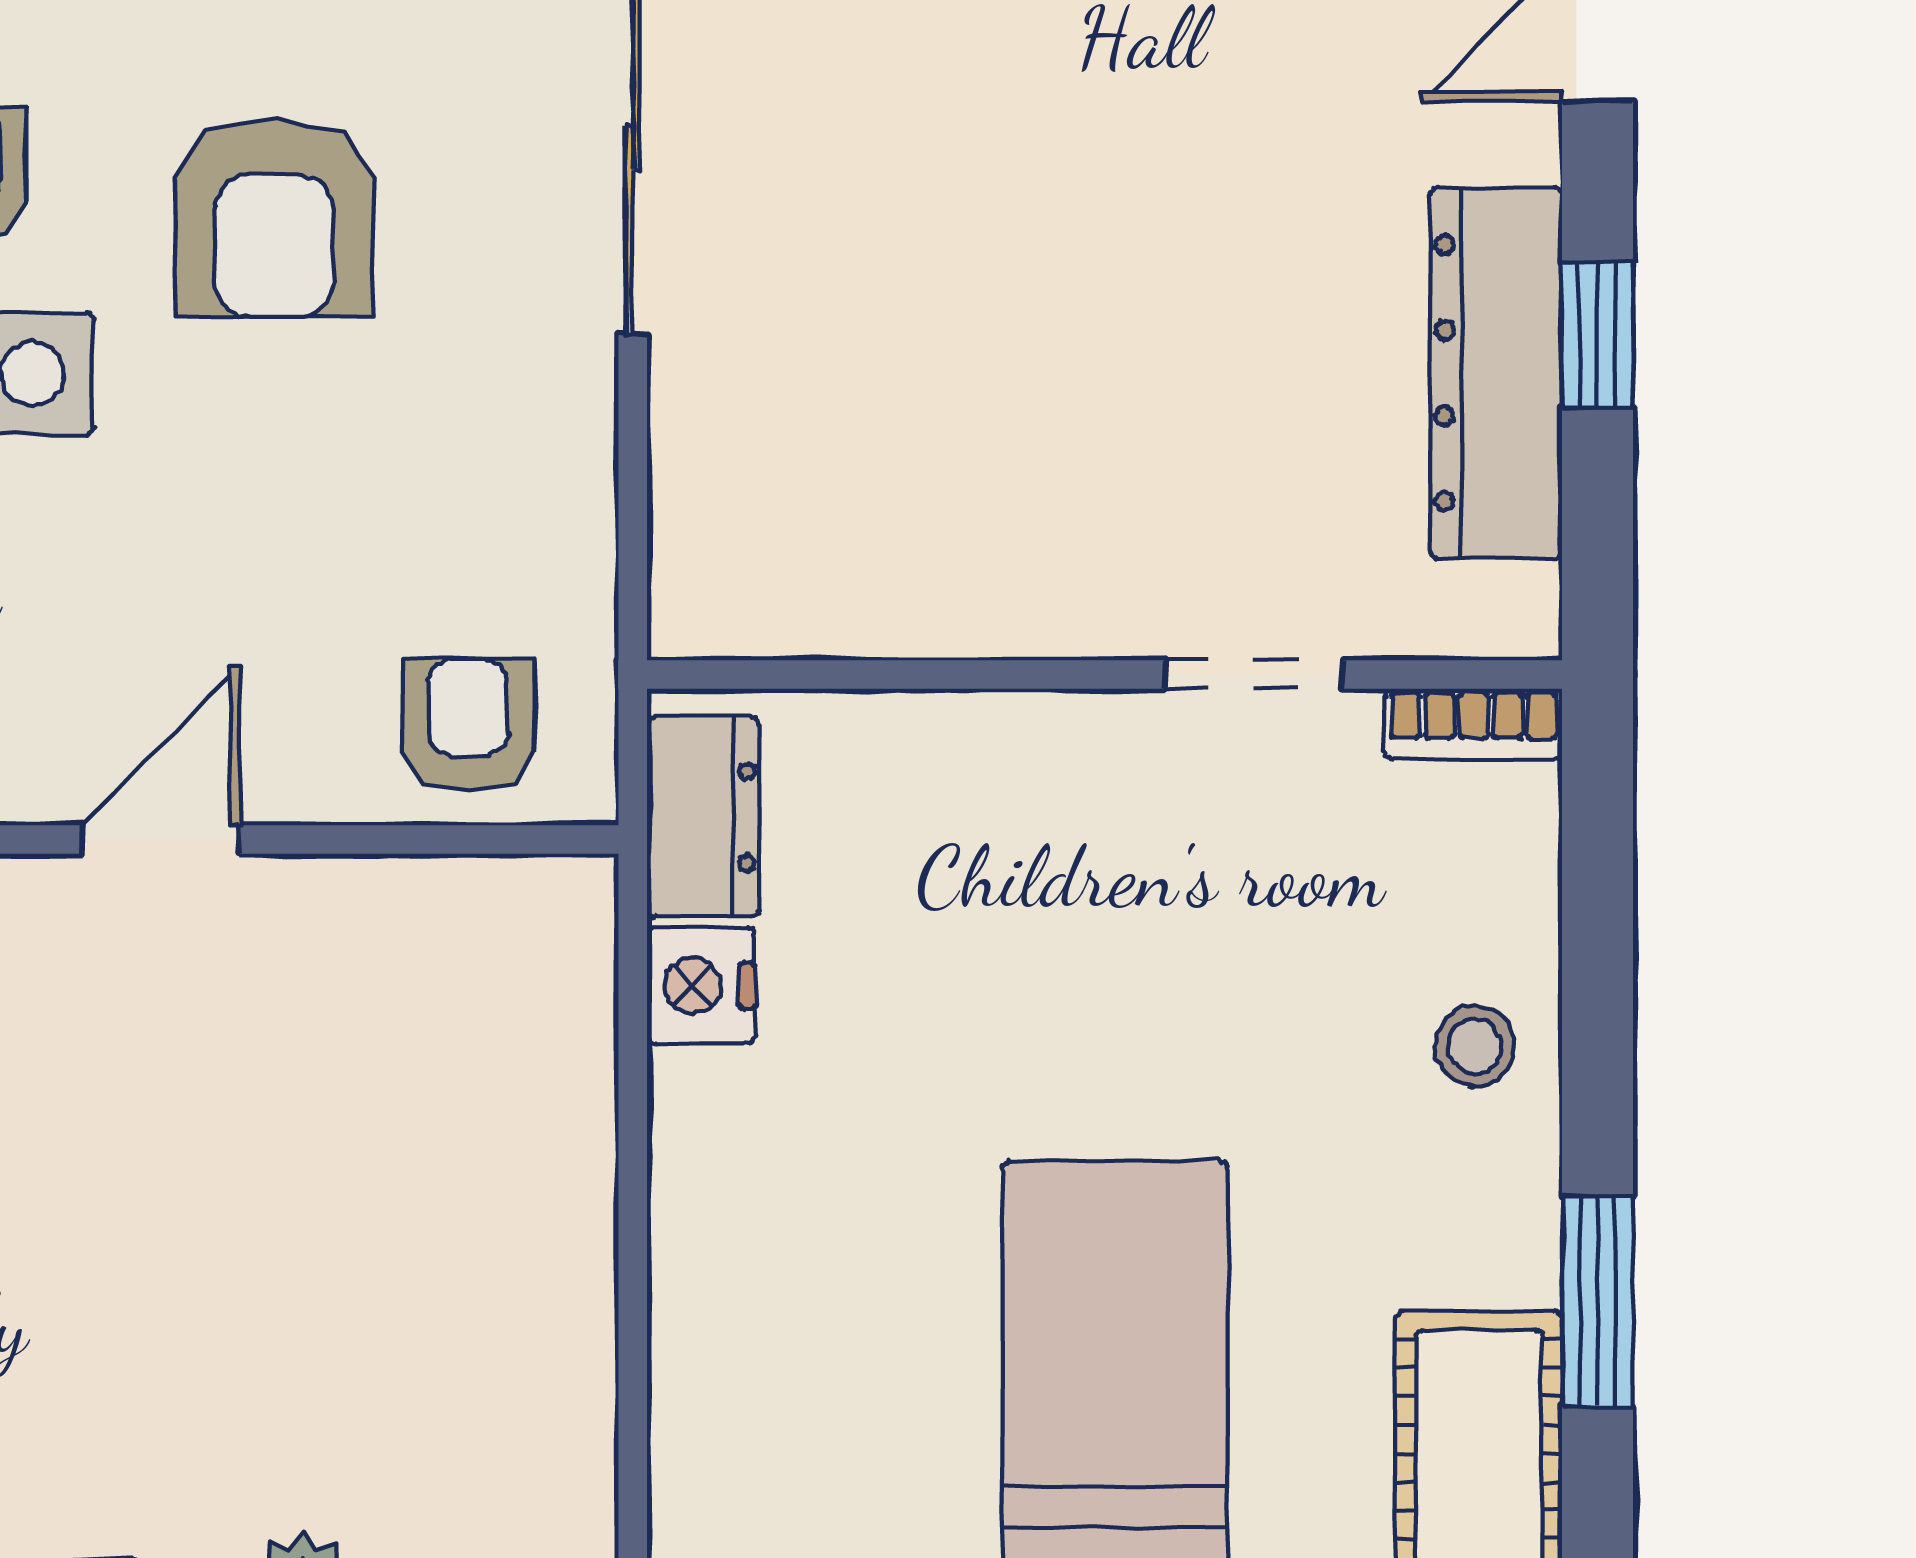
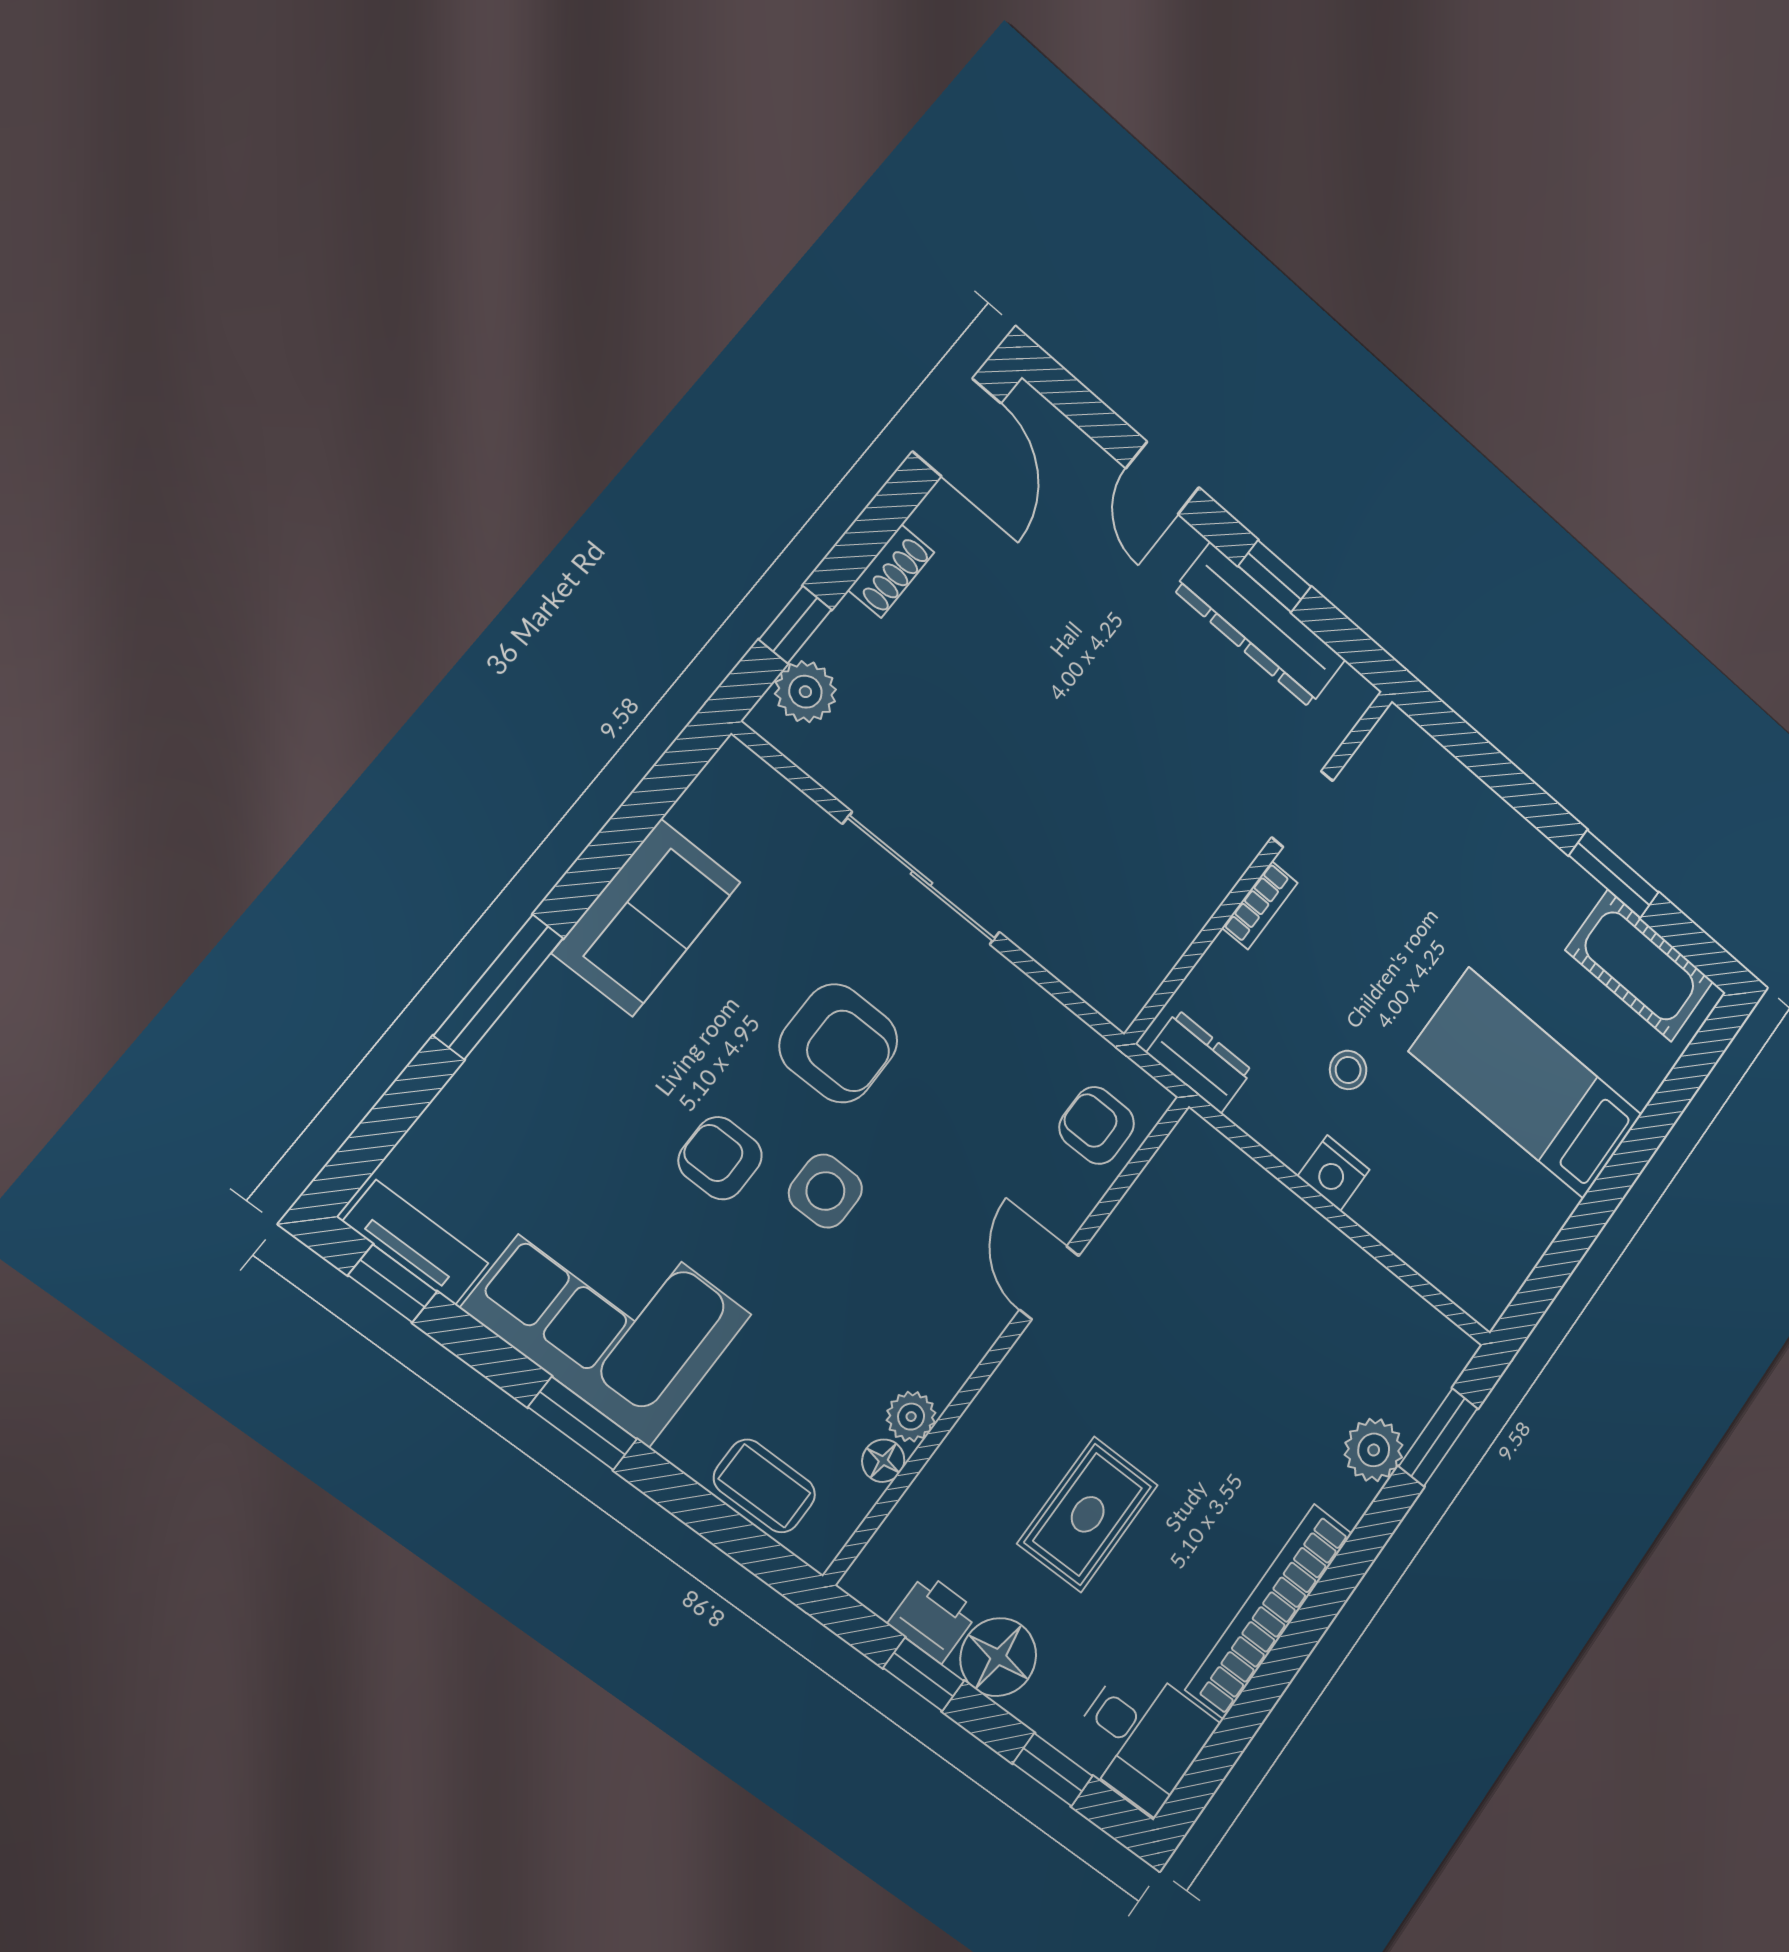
bookcase: (1474, 724) -> (1260, 905), moved
nightstand: (701, 985) -> (1334, 1173), moved
stool: (1475, 1046) -> (1348, 1070), moved

